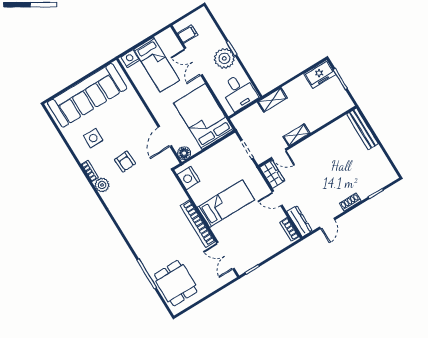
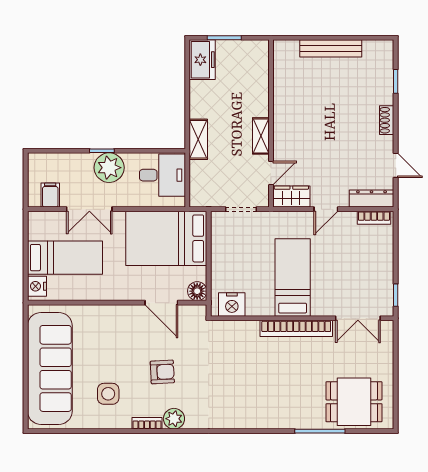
bench: (362, 129) -> (331, 48), moved

